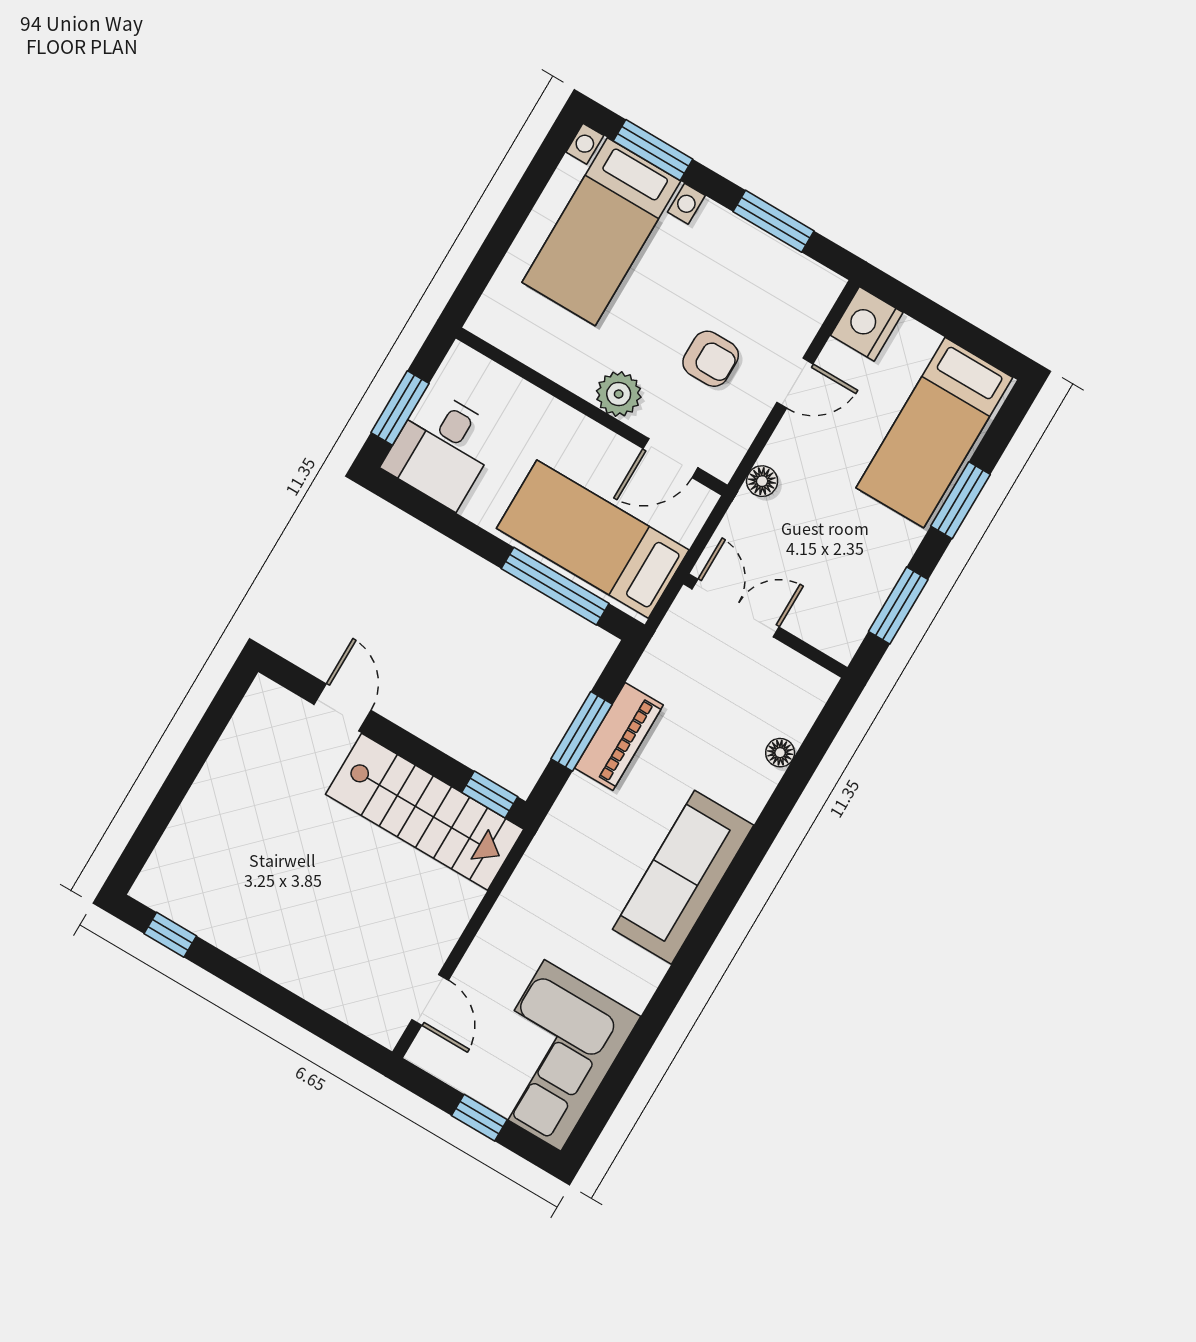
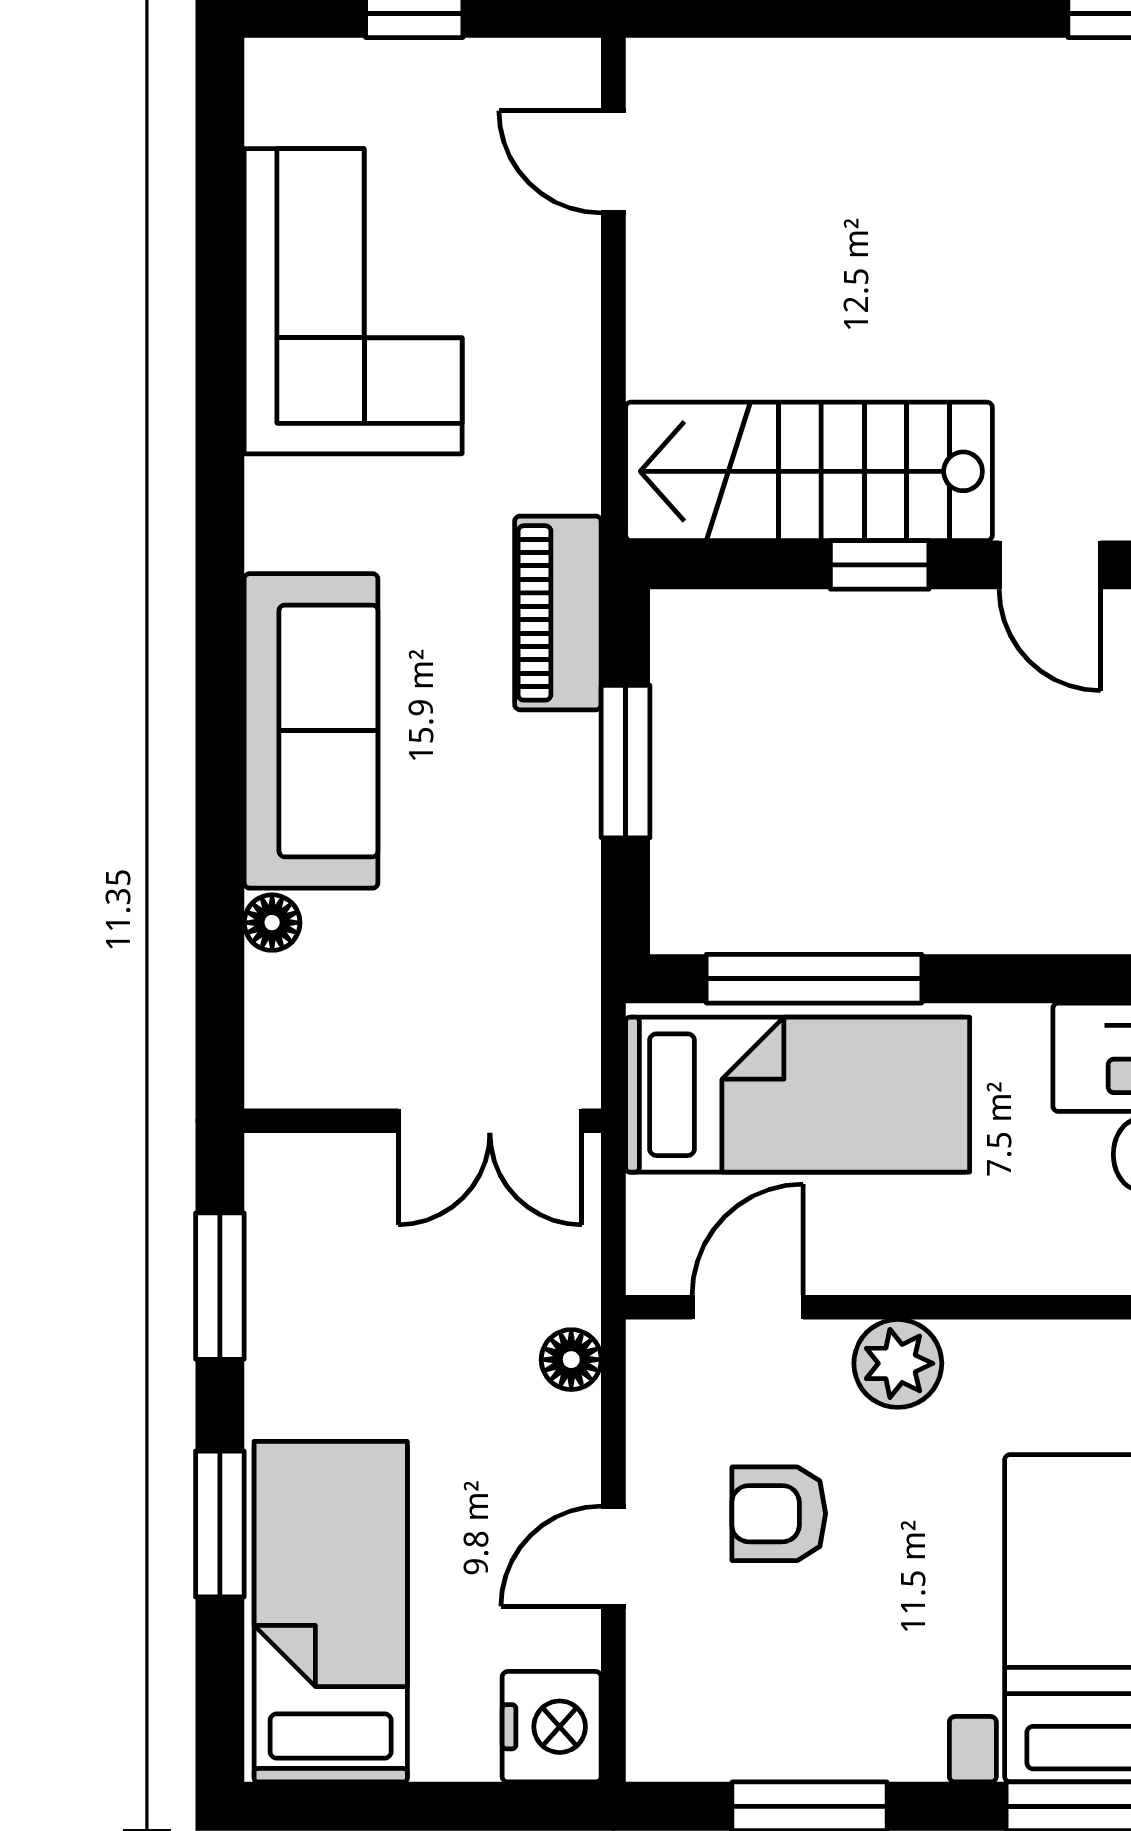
piano: (619, 737) -> (558, 613), moved
window: (490, 794) -> (880, 565), moved
sofa: (683, 877) -> (311, 731), moved
corner sofa: (553, 1055) -> (353, 301), moved

